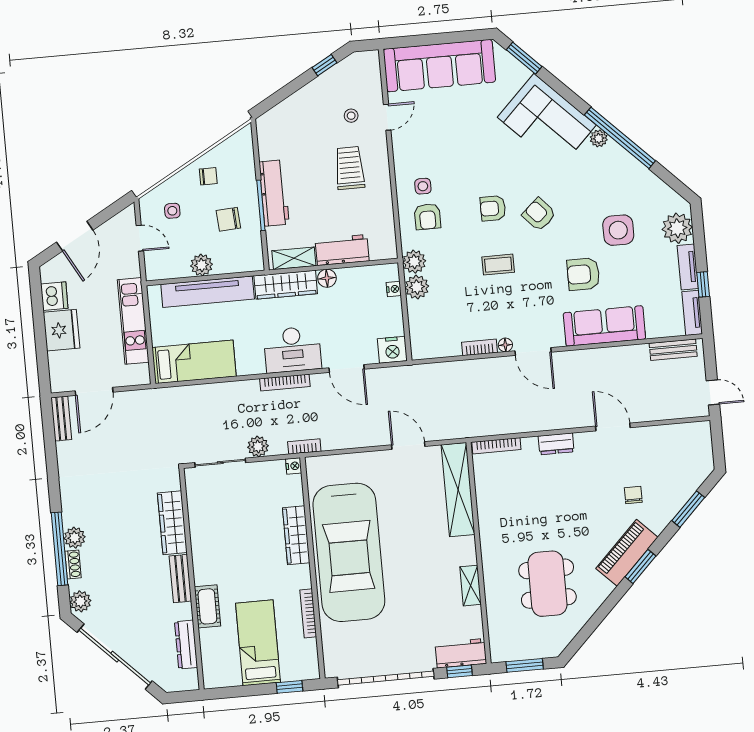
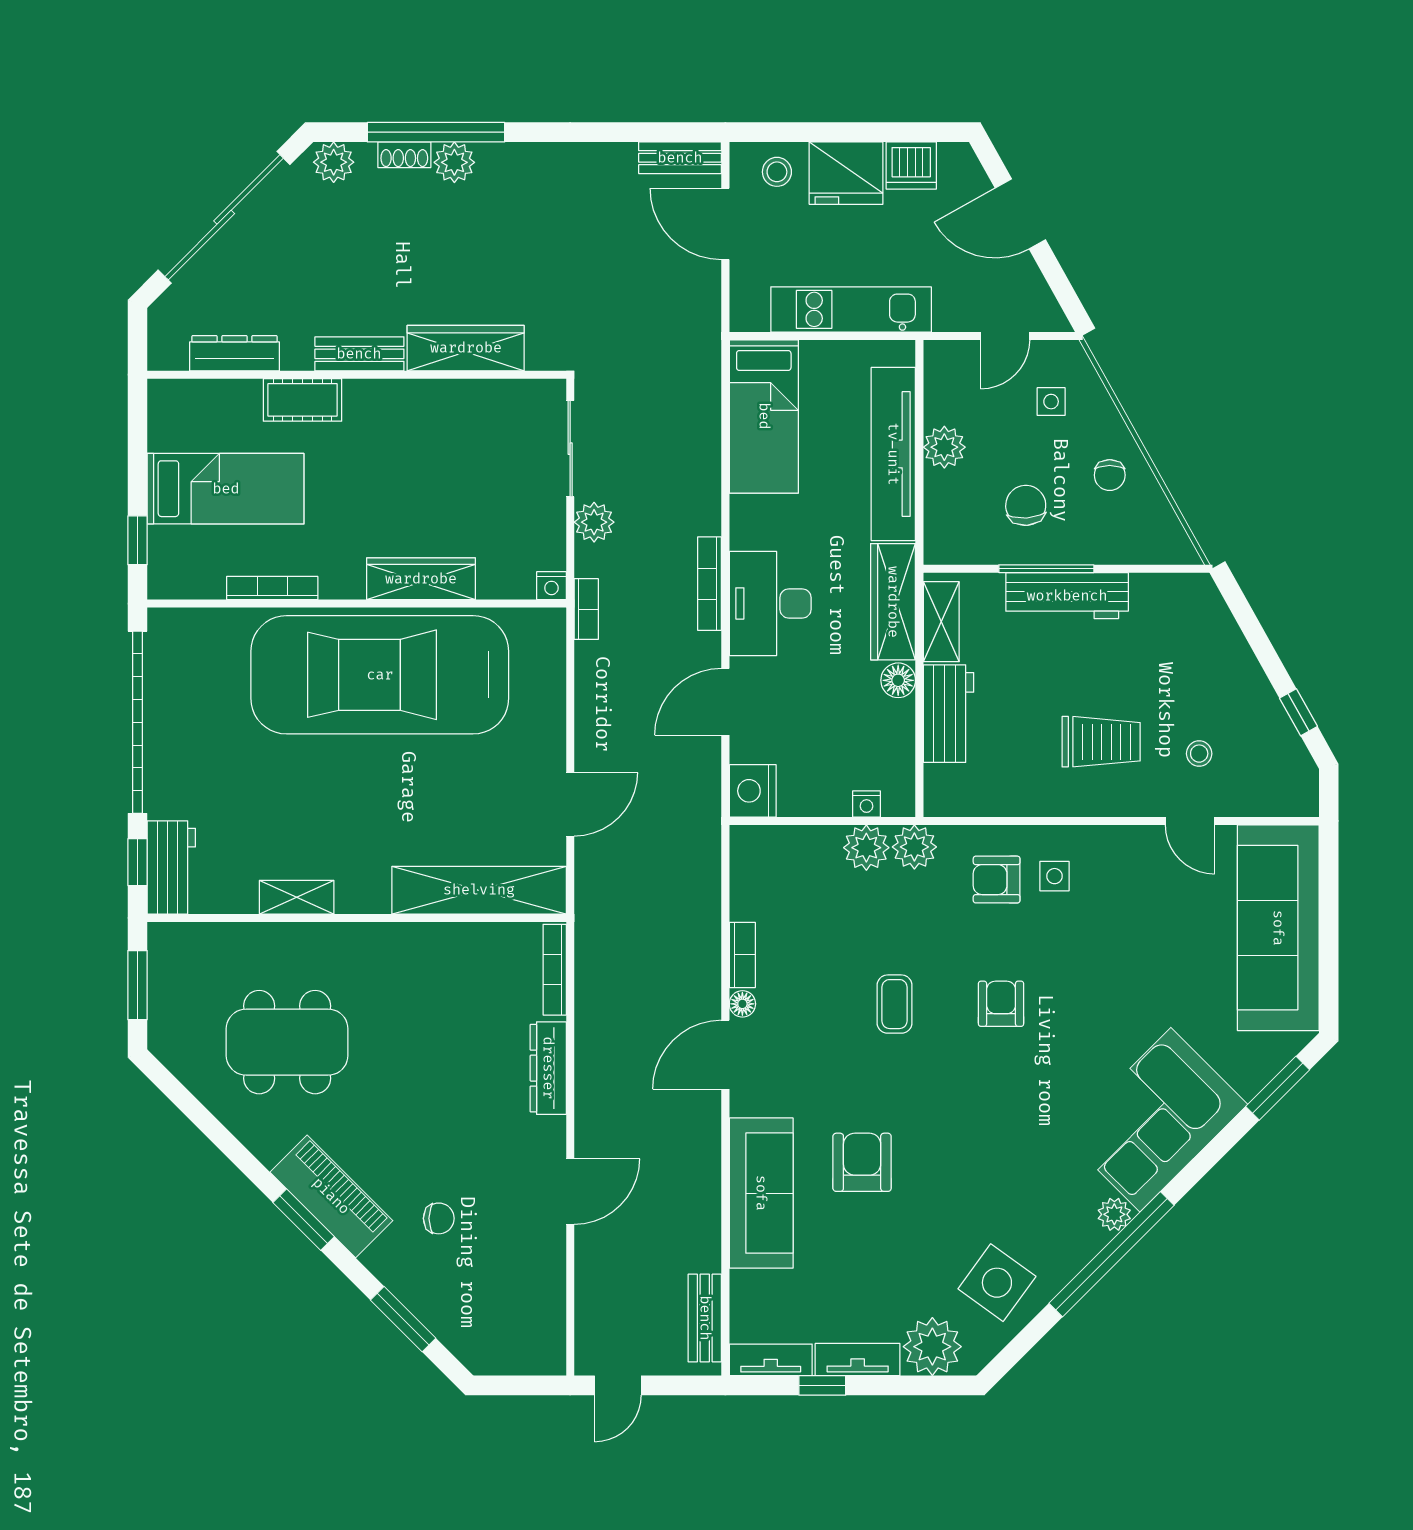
armchair: (539, 214) -> (982, 1089), removed
side table: (618, 230) -> (997, 1283), moved, turned 36
stool: (64, 367) -> (777, 172), added
dresser: (556, 444) -> (548, 1068), width x1.44

